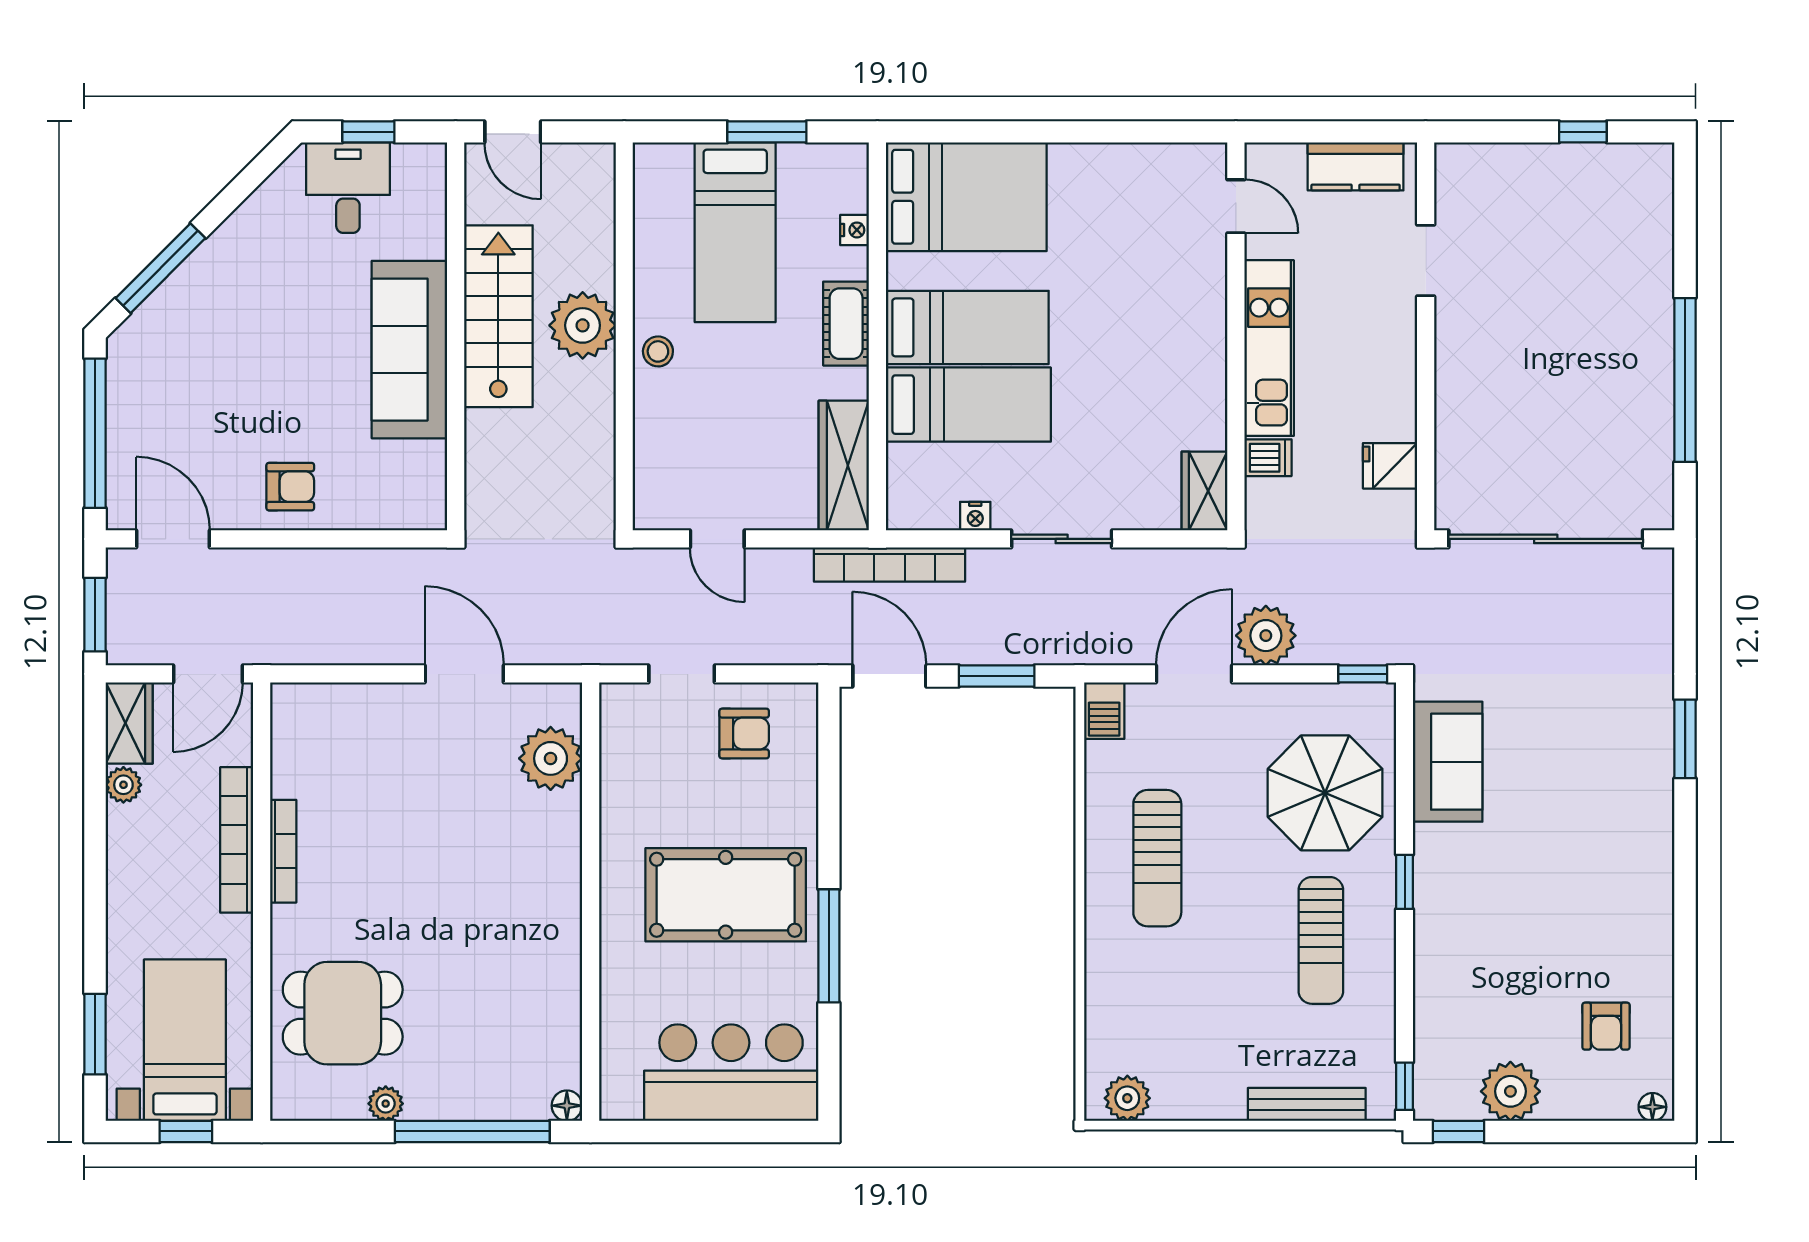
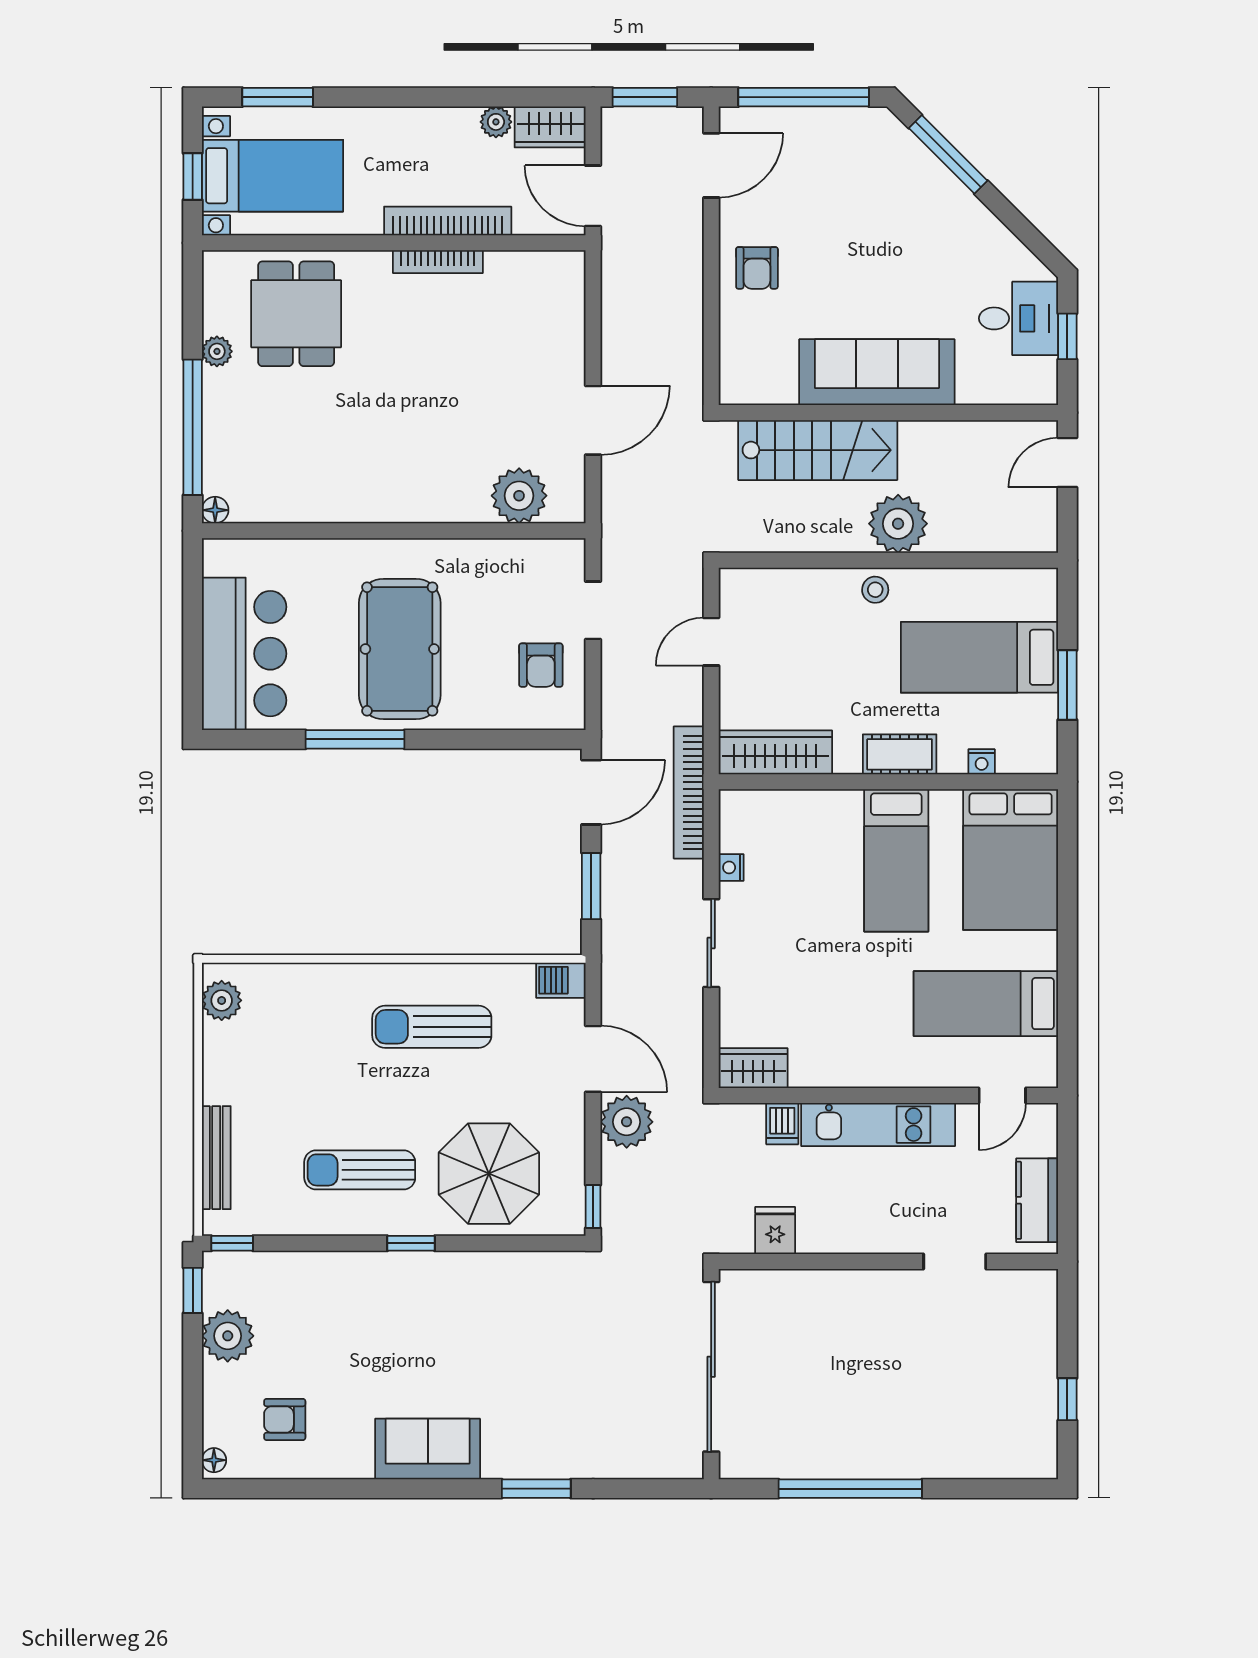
stairs: (498, 316) -> (818, 450), moved
bed: (968, 405) -> (986, 1004), moved, turned 90
sofa: (1448, 762) -> (428, 1449), moved, turned 180

